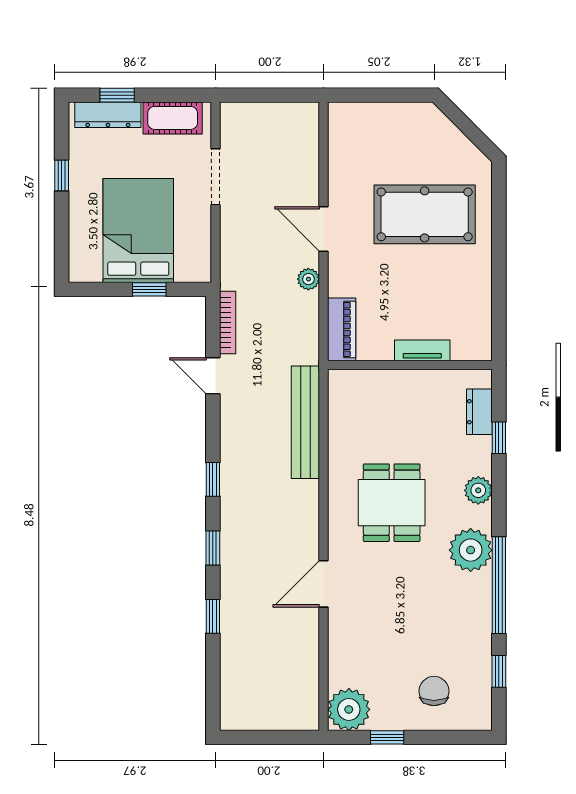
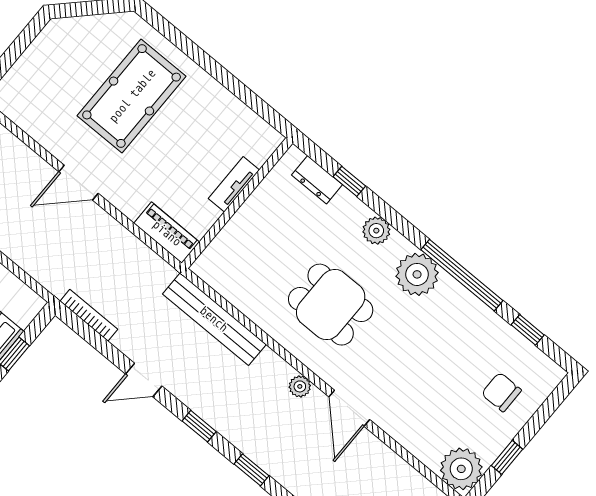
plant: (308, 279) -> (300, 386), moved
door: (213, 376) -> (144, 380), moved

